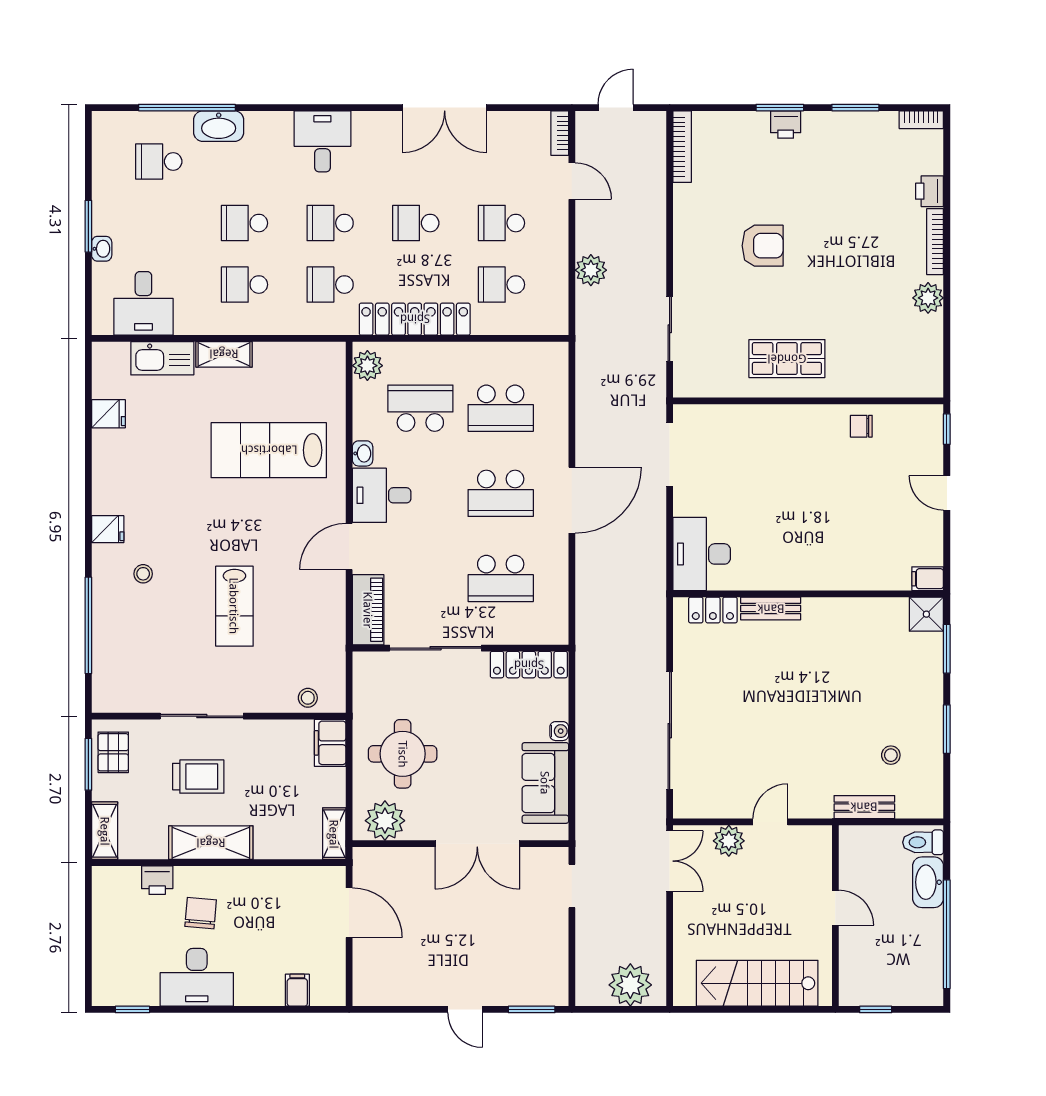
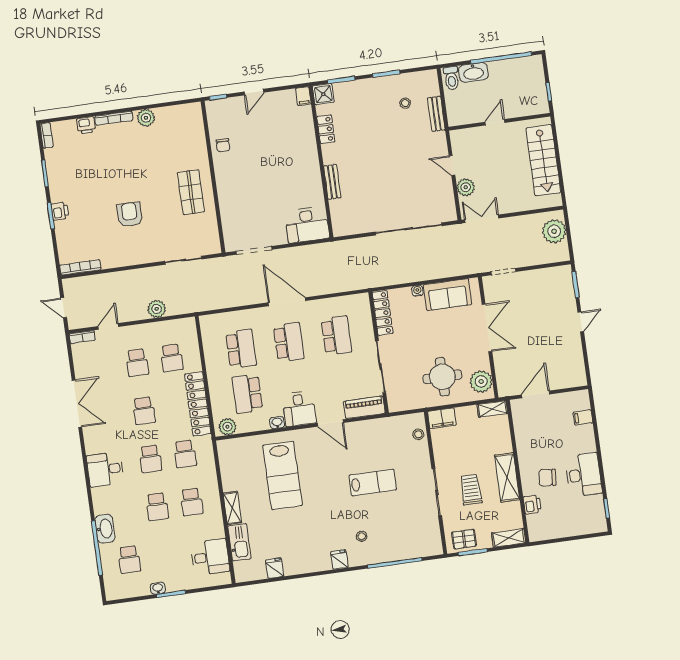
washbasin: (102, 249) -> (158, 588), moved
locker: (713, 610) -> (326, 129), moved

